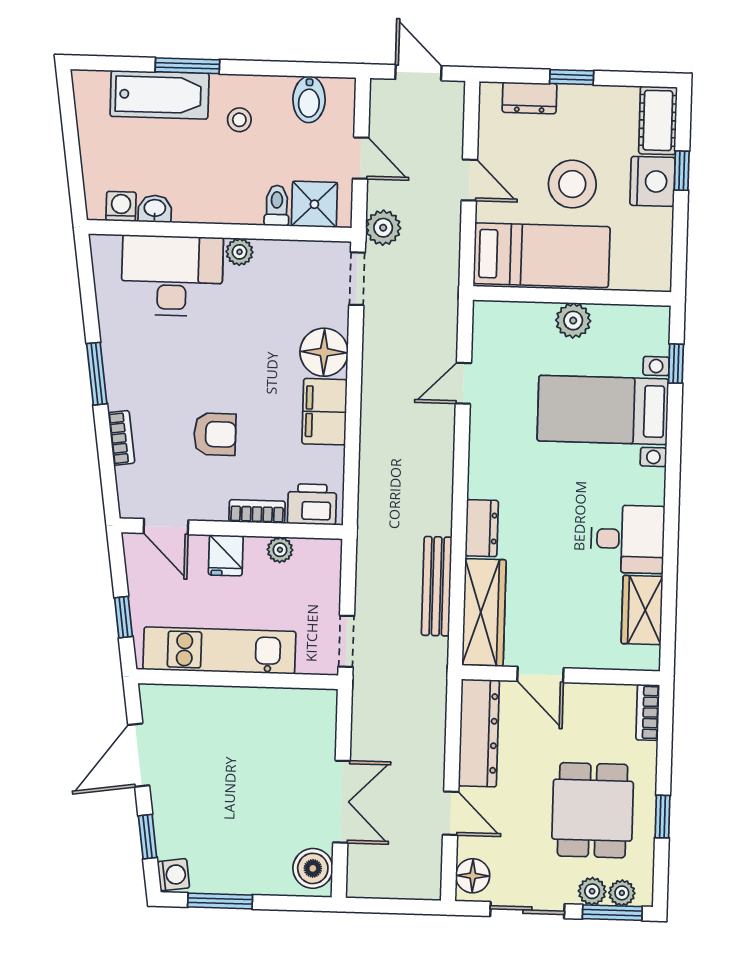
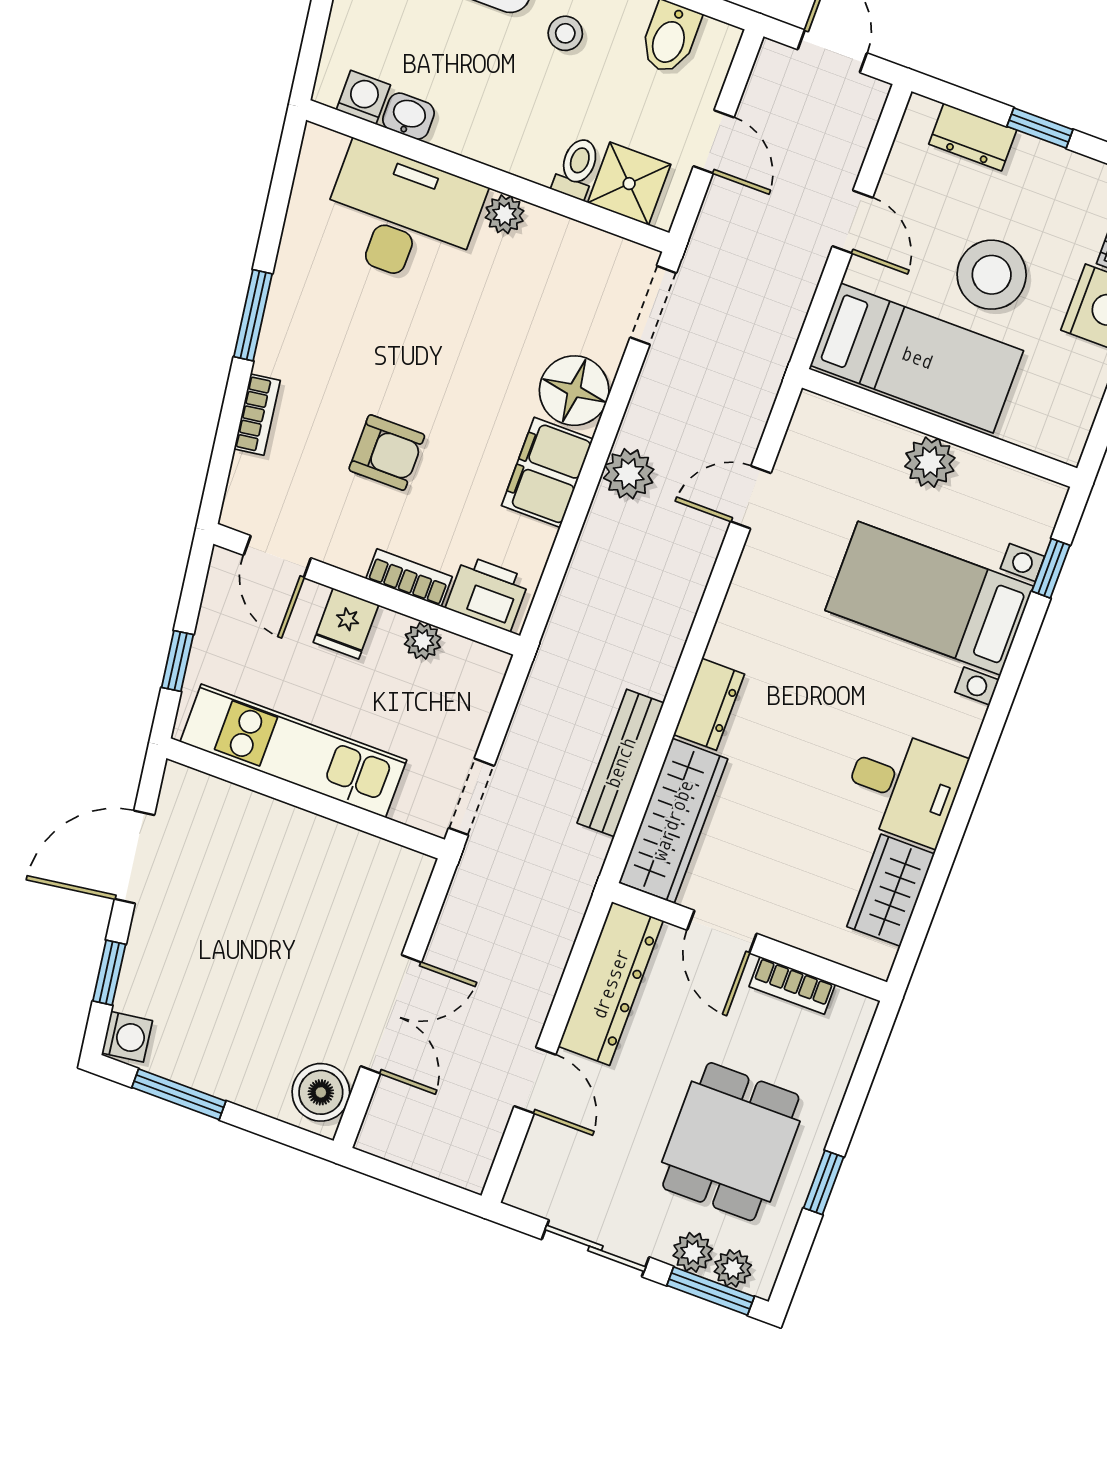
plant: (383, 228) -> (629, 474), moved
bookcase: (648, 712) -> (792, 985), moved, turned -90
floor lamp: (473, 876) -> (536, 1176), removed

